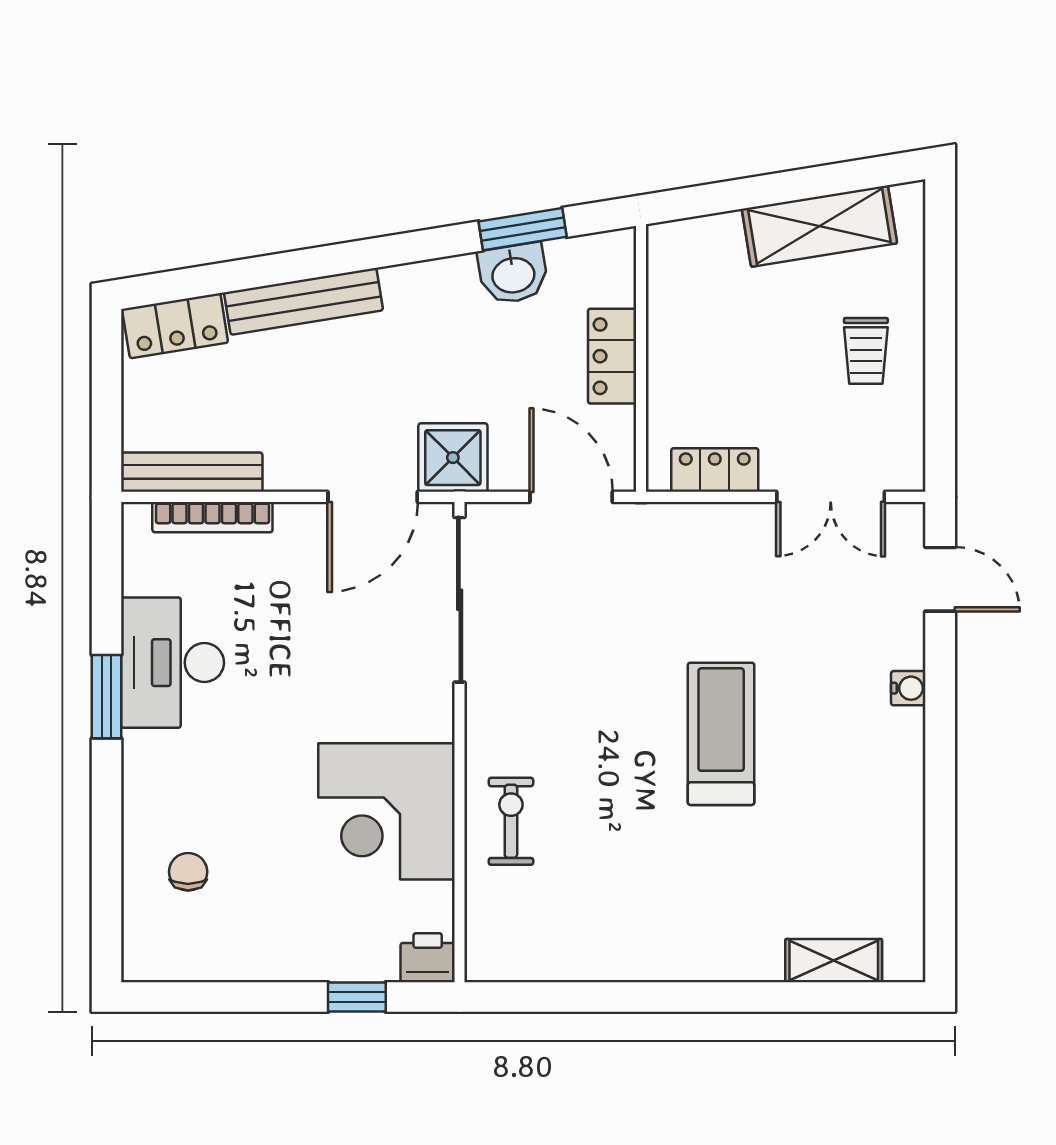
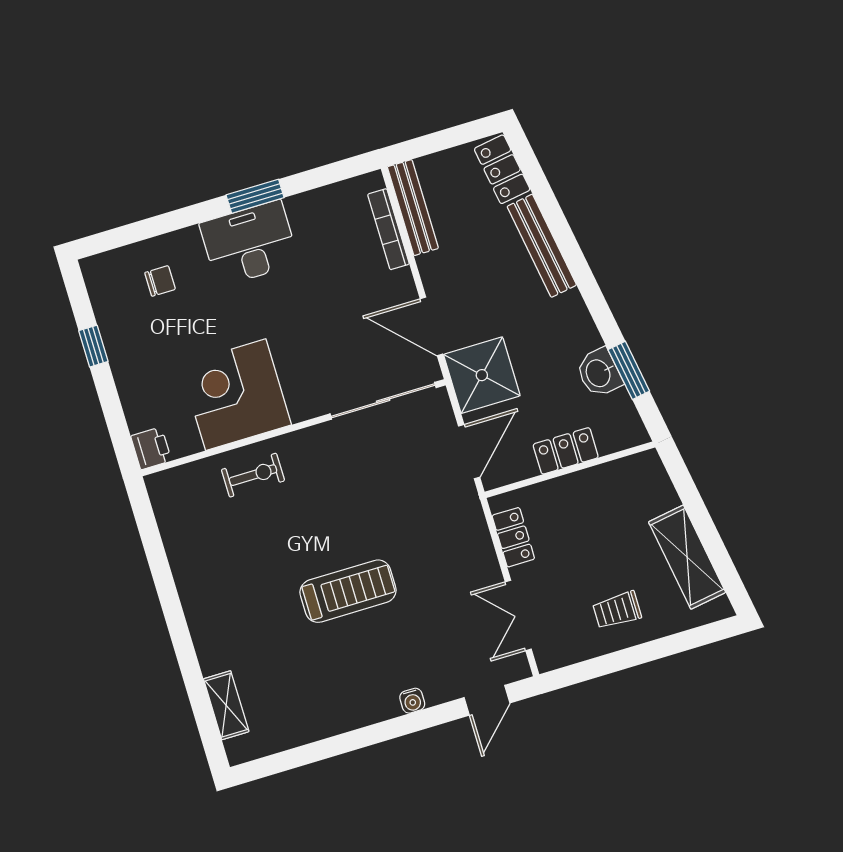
shower: (453, 458) -> (482, 375), width x1.36, depth x1.36
desk: (173, 663) -> (249, 243), moved
window: (357, 997) -> (93, 346), moved

